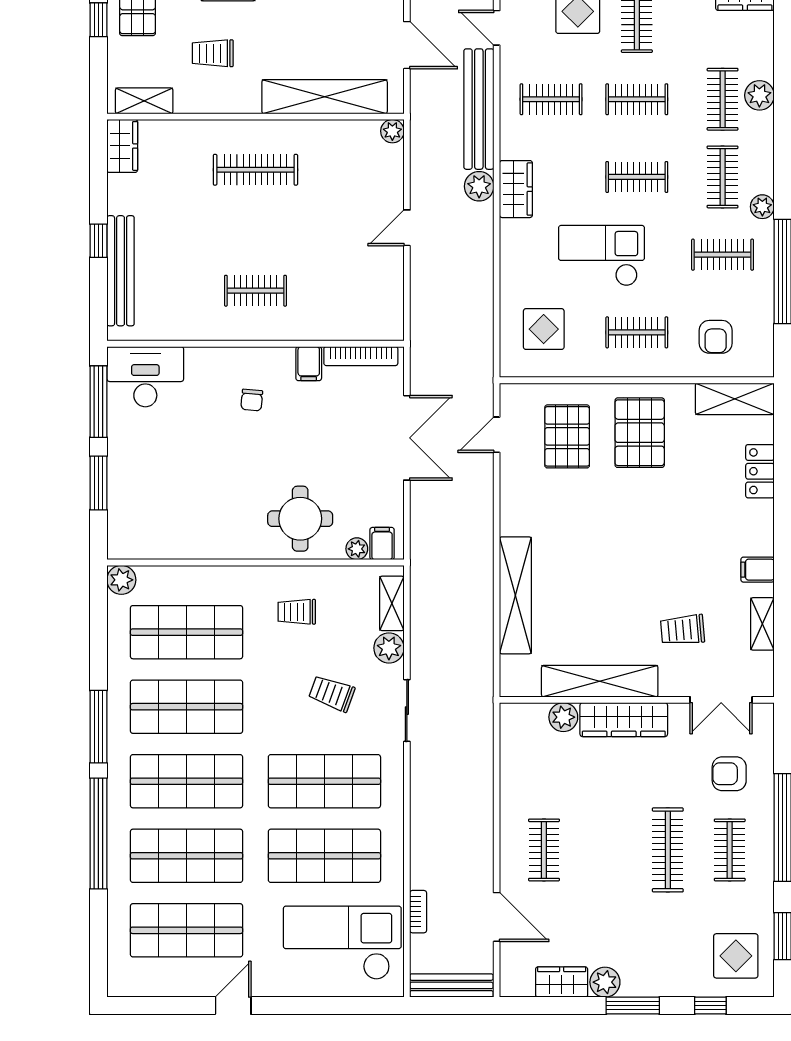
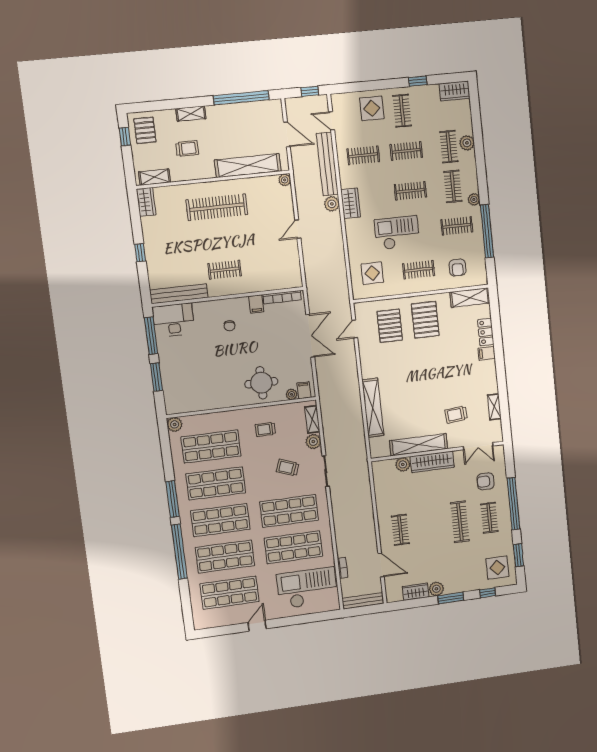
trolley: (213, 53) -> (187, 148), turned 180
clothes rail: (255, 170) -> (217, 207), width x1.37, depth x1.31
bench: (121, 271) -> (179, 294), moved, turned 90
filing cabinet: (758, 570) -> (487, 353), moved

